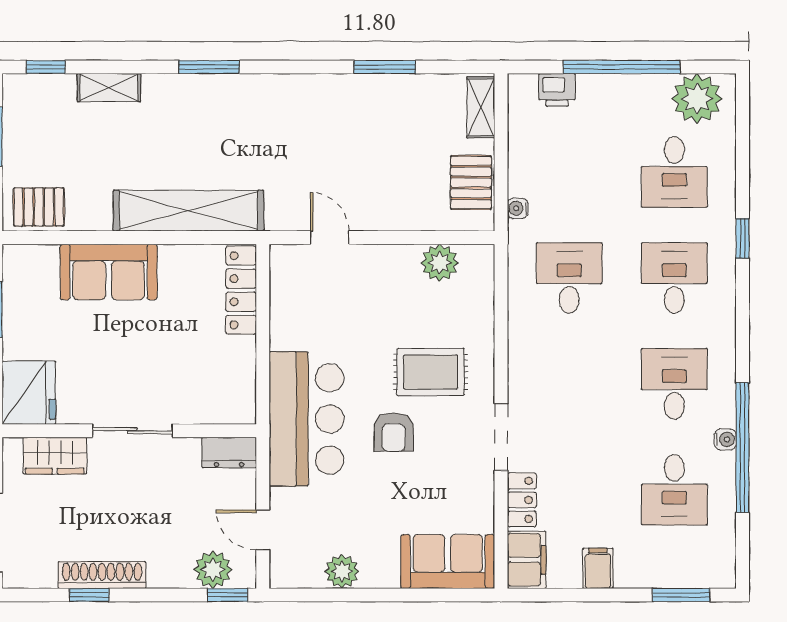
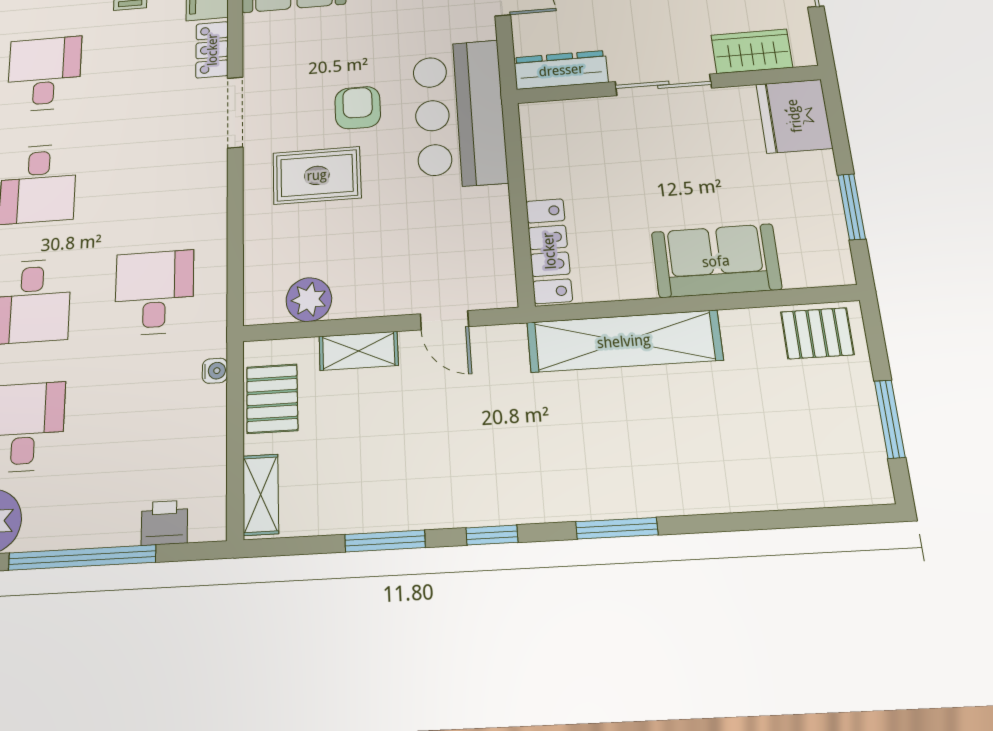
window: (46, 67) -> (492, 535), moved
shelving: (109, 88) -> (359, 351), moved
desk: (569, 278) -> (154, 293), turned 180
dresser: (229, 453) -> (561, 70), width x1.44

